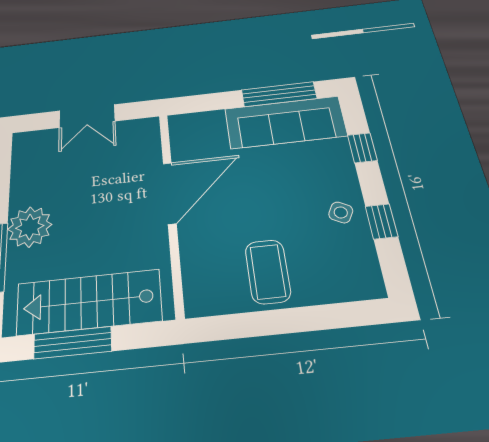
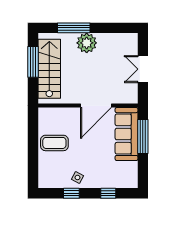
window: (279, 94) -> (143, 136), moved
sofa: (285, 122) -> (127, 134), moved
door: (170, 193) -> (96, 106), hinge flipped

